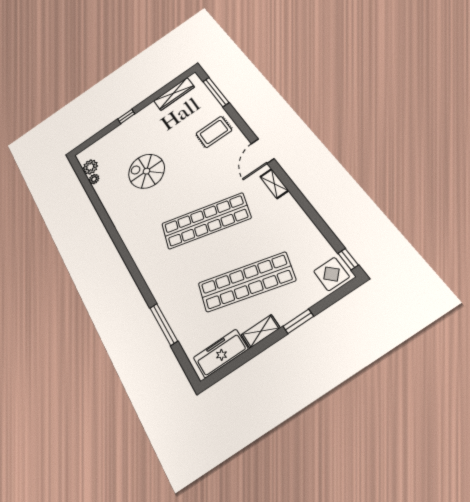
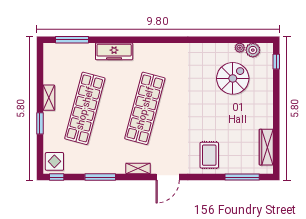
window: (126, 116) -> (276, 62), moved
door: (263, 151) -> (168, 177), swing flipped
spiral stairs: (146, 171) -> (233, 78), moved
window: (312, 213) -> (100, 177), added
window: (164, 324) -> (72, 40), moved
freezer: (221, 353) -> (114, 51), moved, turned 90

